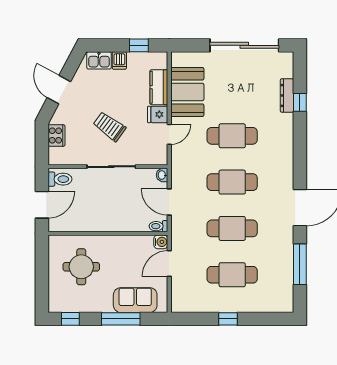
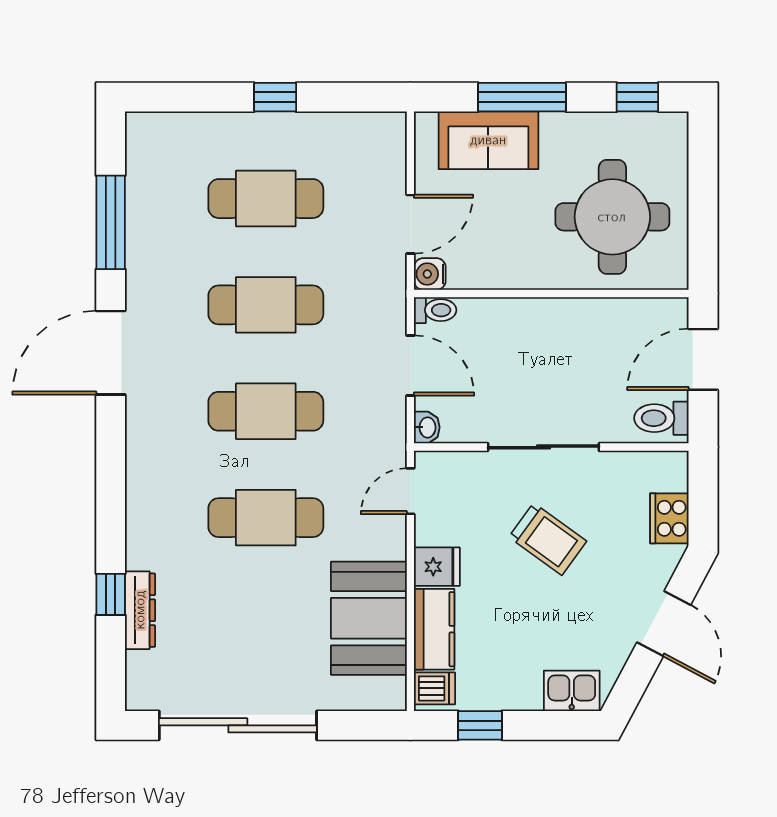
dishwasher: (119, 61) -> (434, 688), moved, turned 90
door: (169, 134) -> (410, 491), moved
round table: (81, 267) -> (612, 217), width x1.36, depth x1.36

